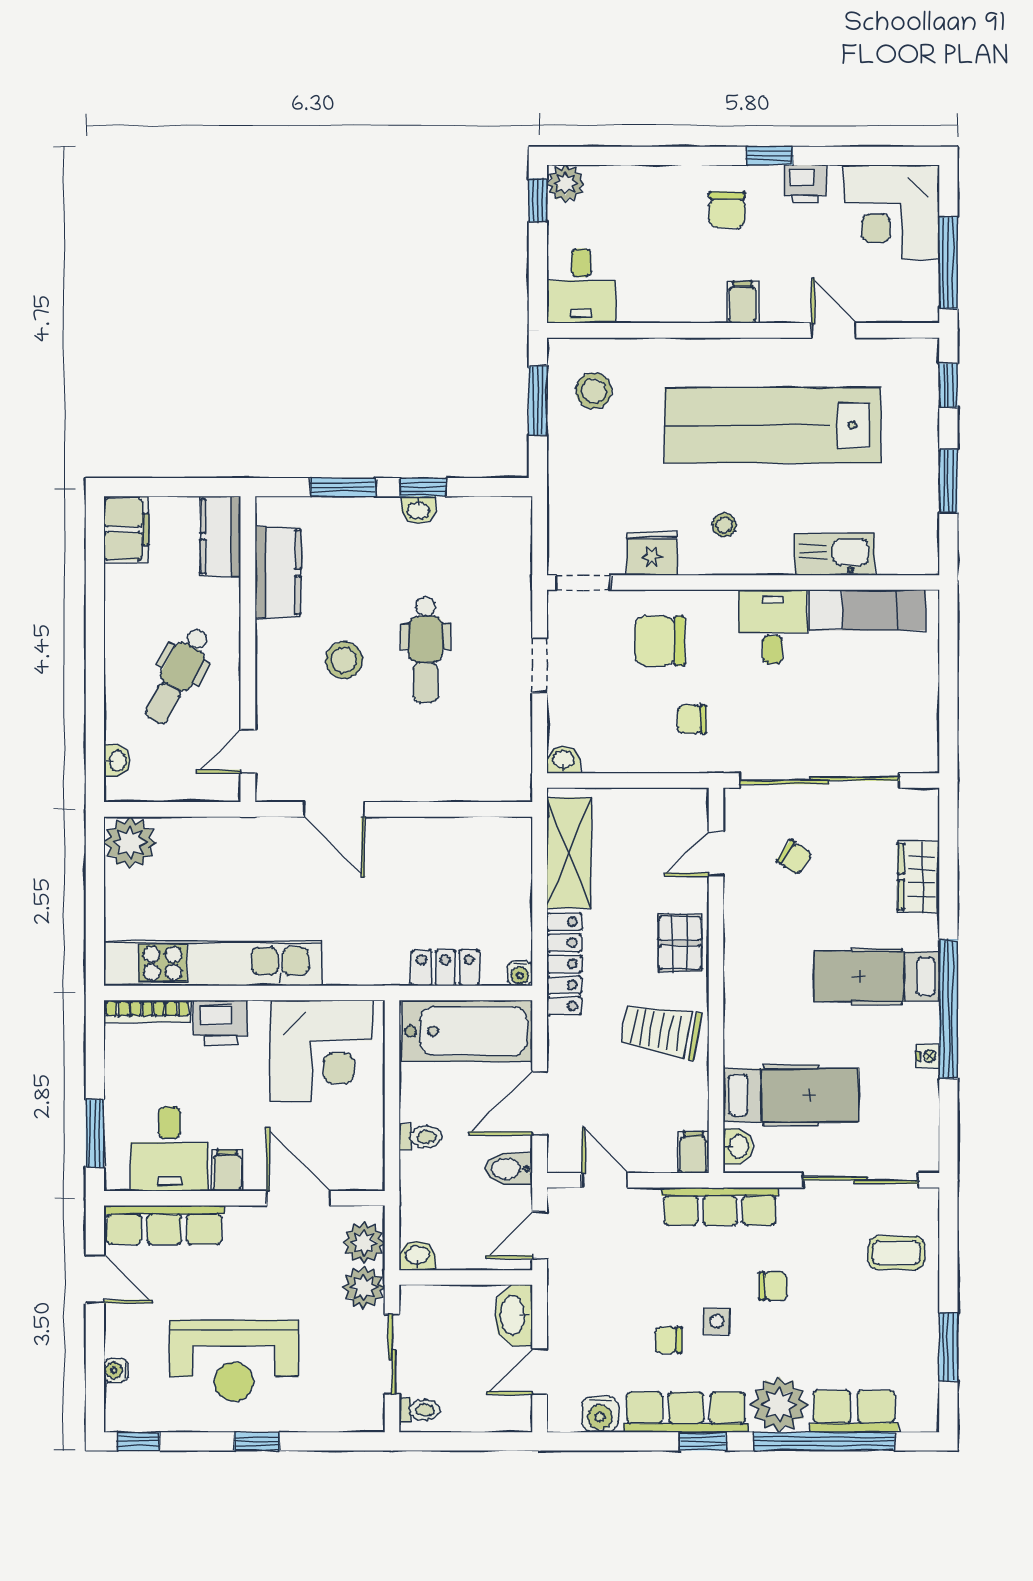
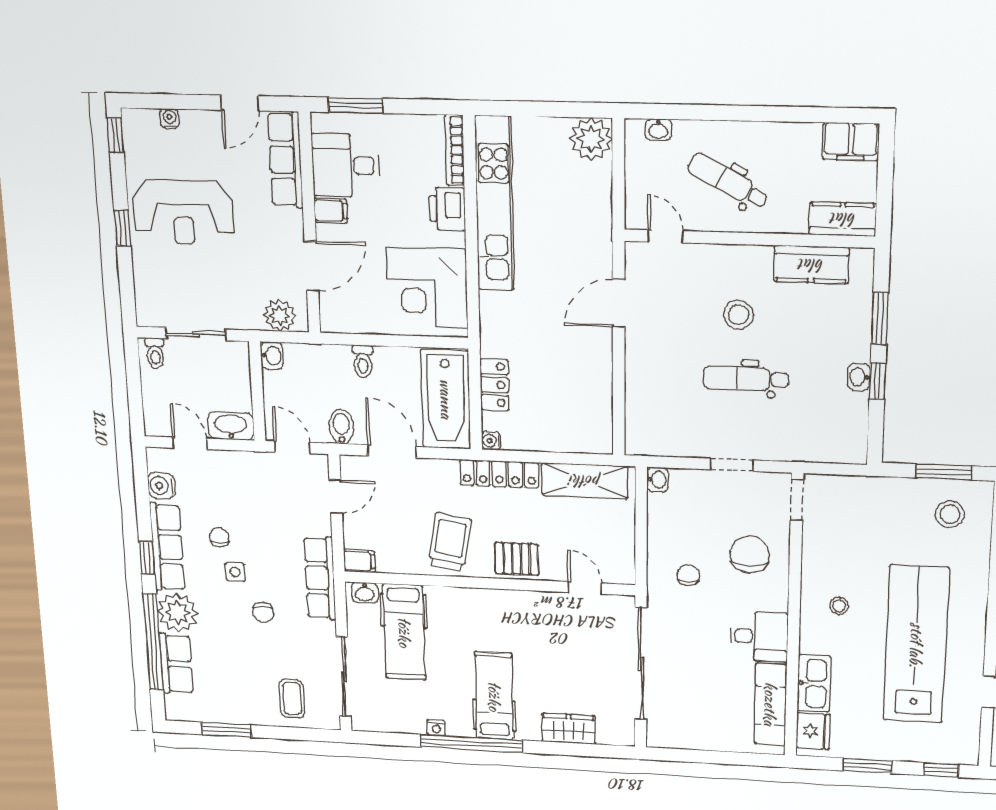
fridge: (652, 554) -> (813, 731), moved
chair: (794, 857) -> (582, 643), removed
plant: (364, 1287) -> (245, 314), removed
reception desk: (234, 1361) -> (183, 212), turned -90

